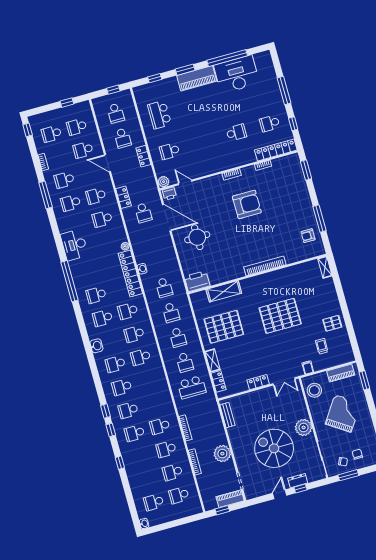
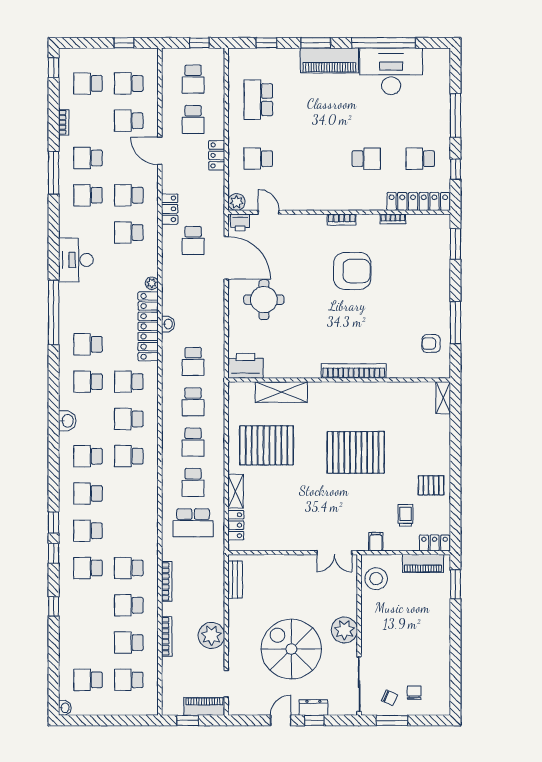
locker: (258, 382) -> (435, 543), moved
grand piano: (343, 413) -> (410, 625), removed

